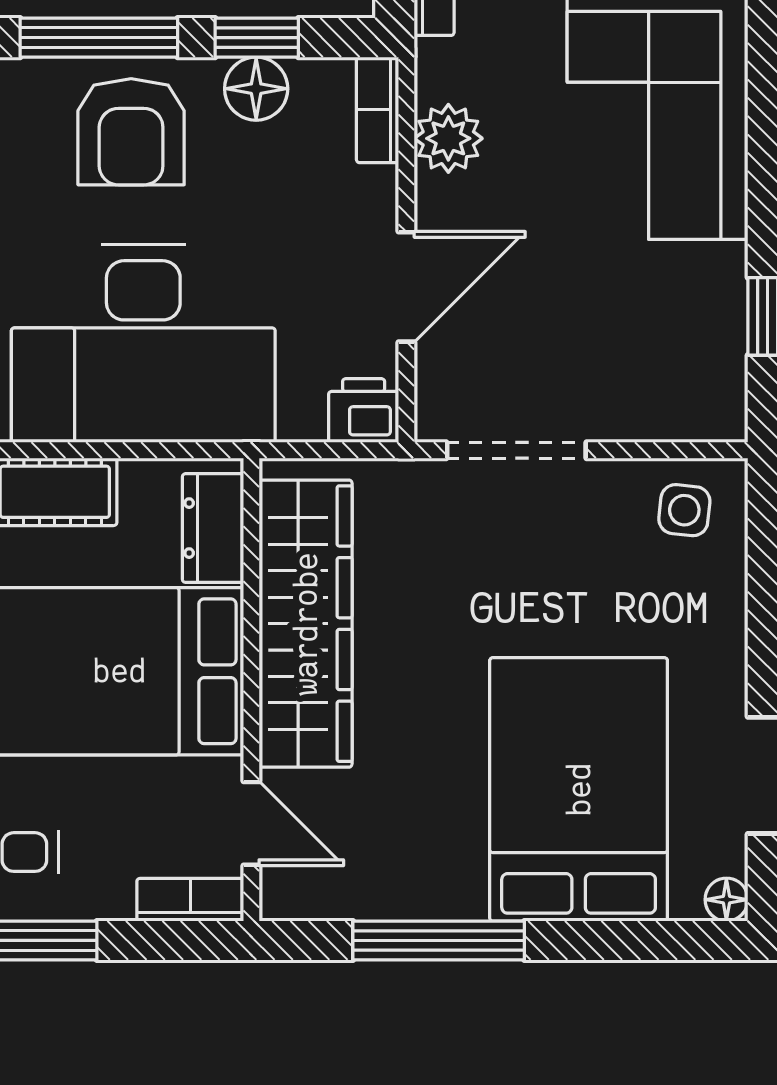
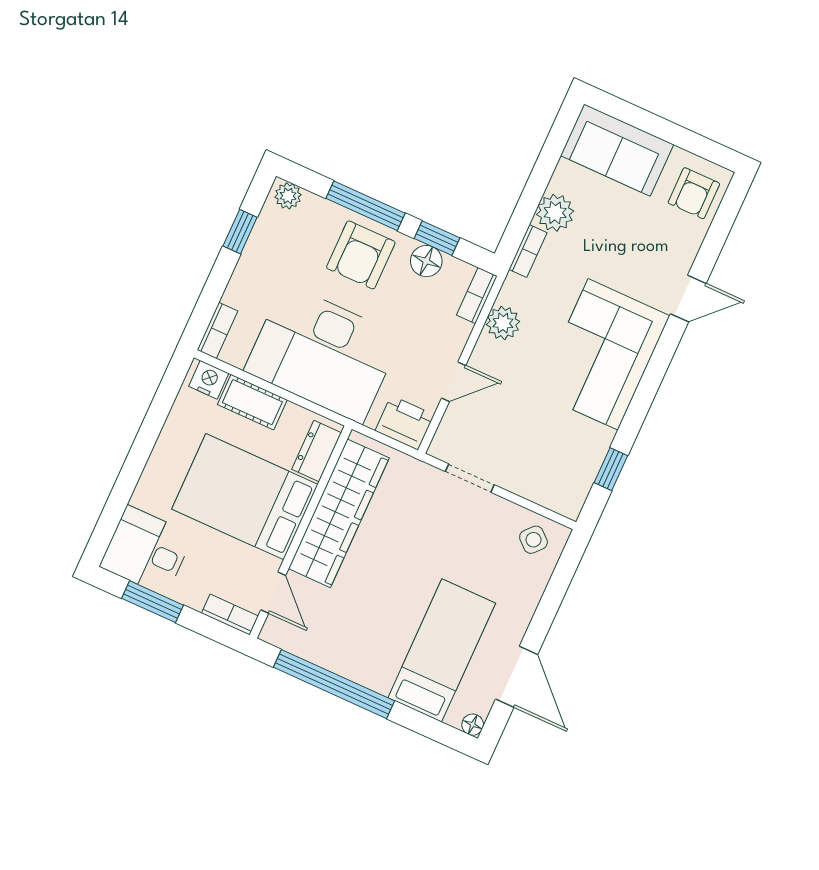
door: (406, 287) -> (454, 382), width x0.73
printer: (364, 411) -> (405, 423), width x1.36, depth x1.24
doorway: (516, 450) -> (470, 478), width x0.73
side table: (684, 510) -> (533, 540), turned 36
bed: (579, 789) -> (442, 650), width x0.67
window: (439, 940) -> (334, 684), width x1.46

